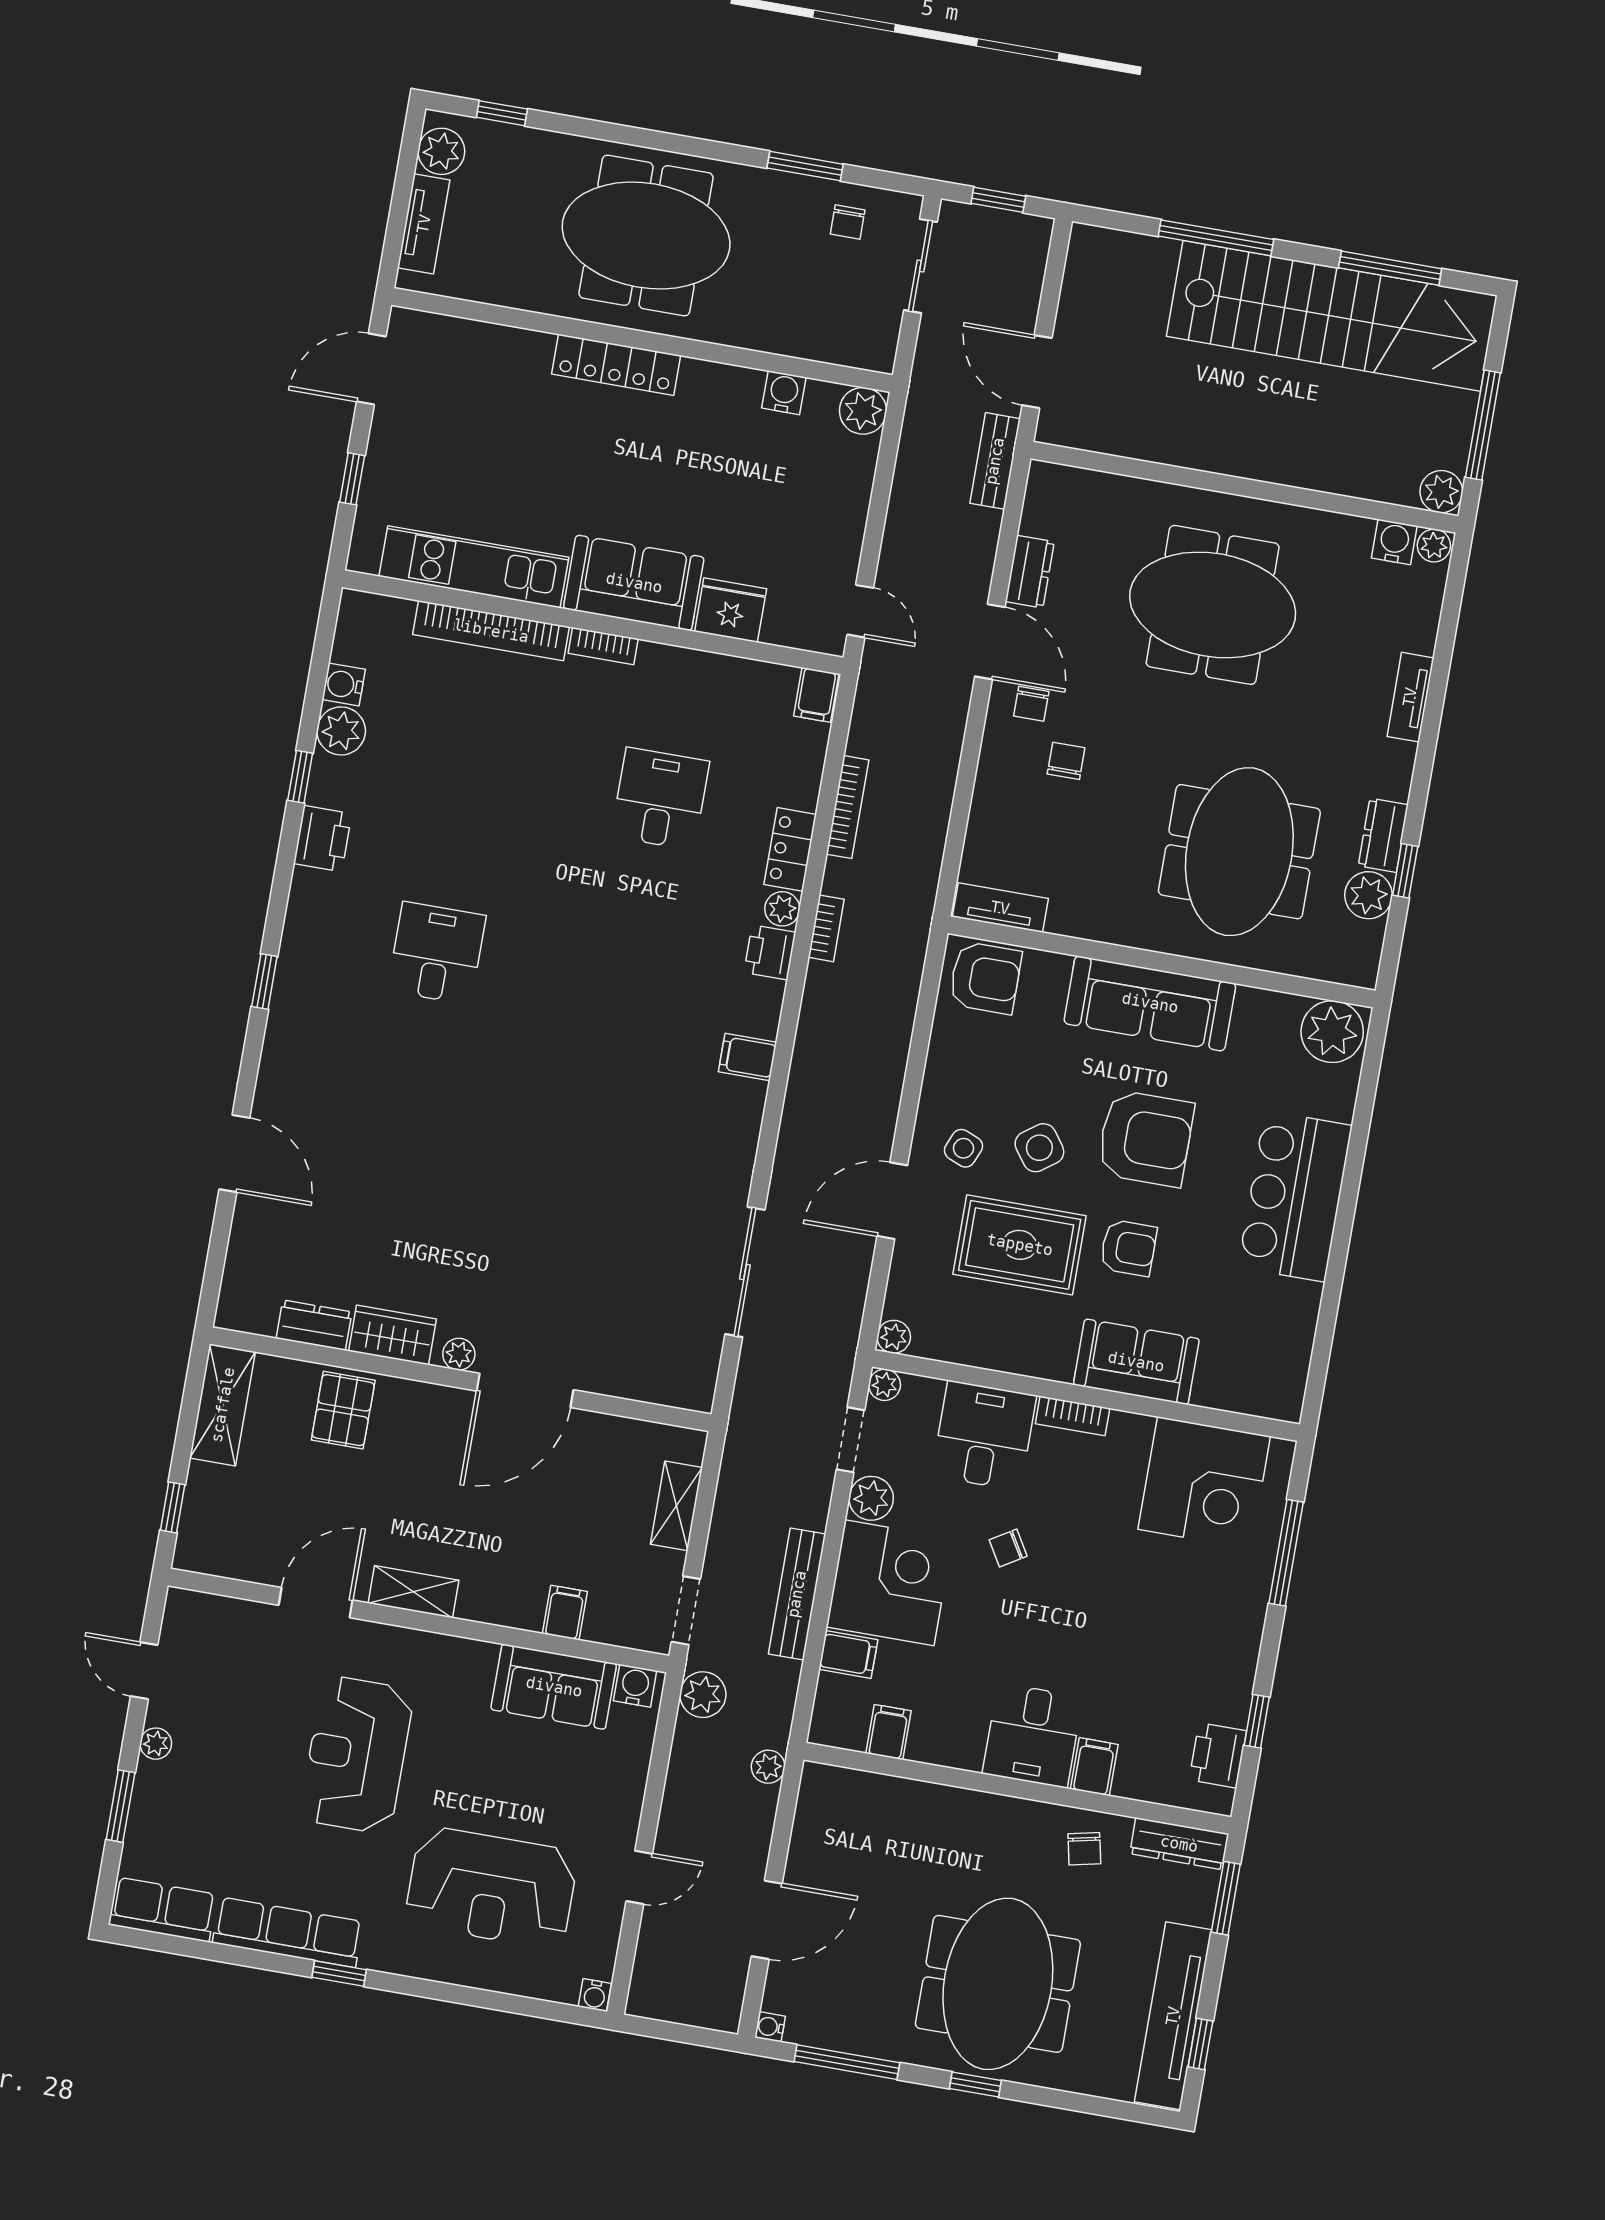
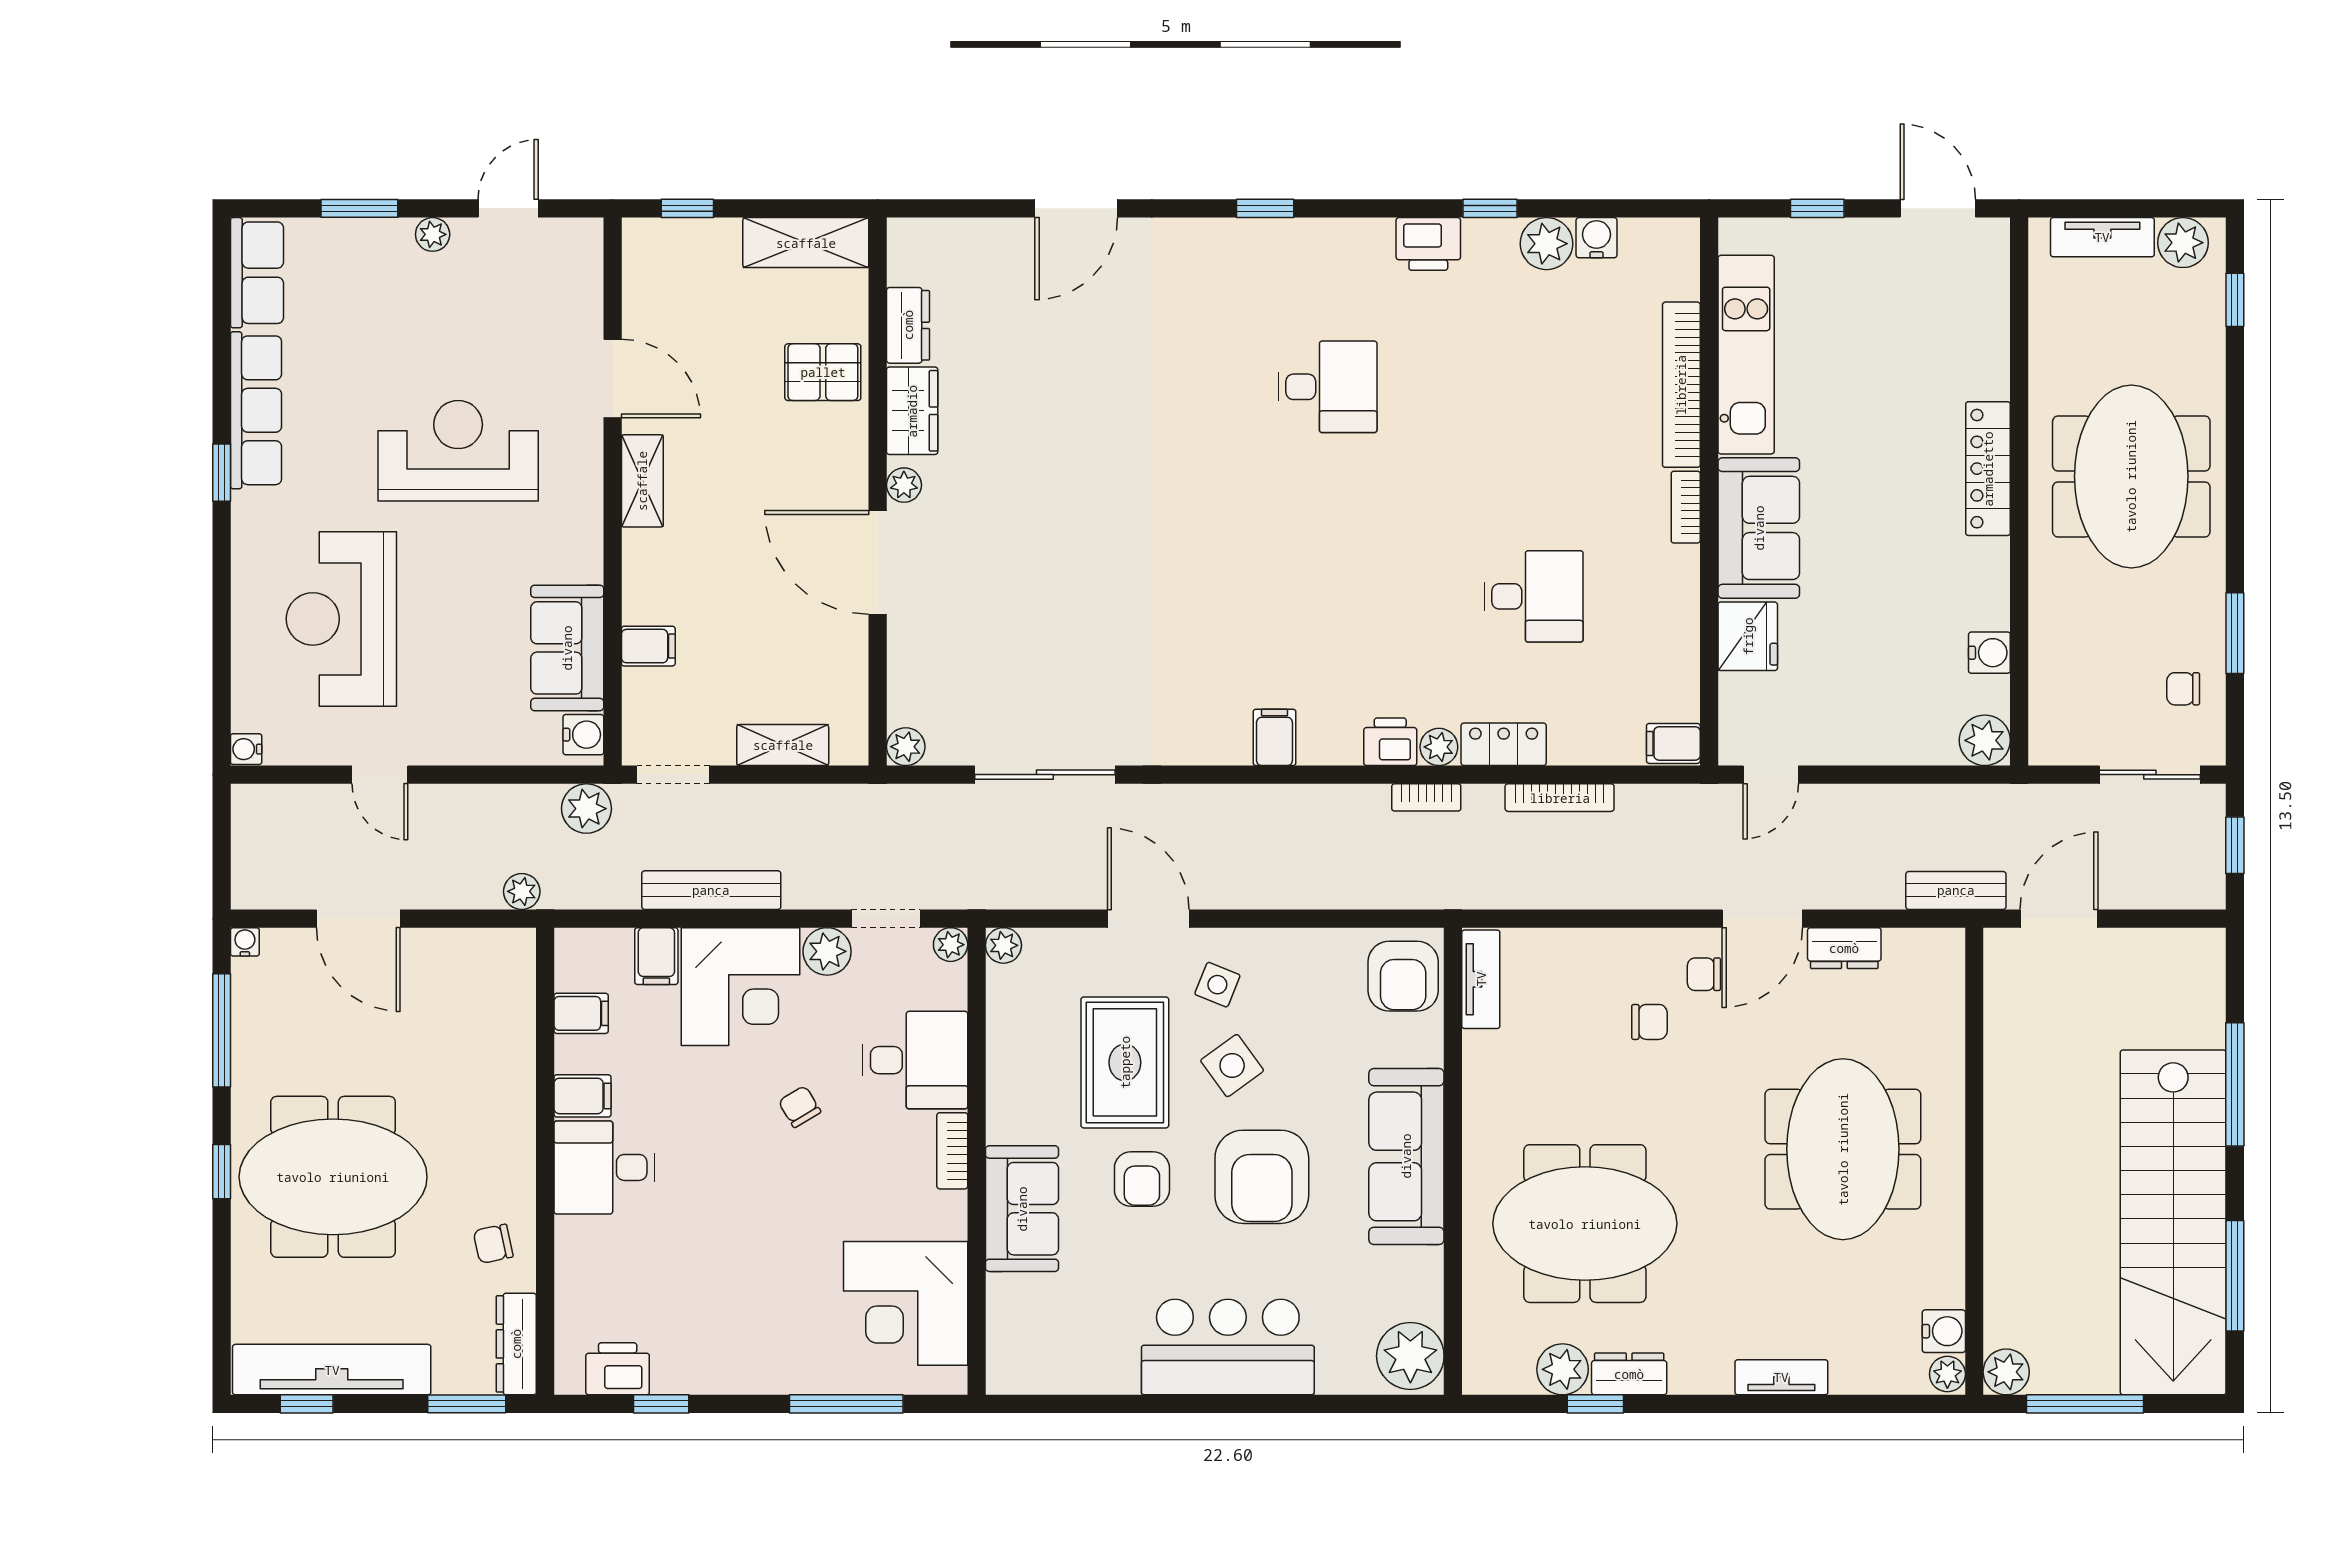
plant: (697, 1394) -> (906, 747), added
filing cabinet: (1094, 1767) -> (582, 1096), moved

